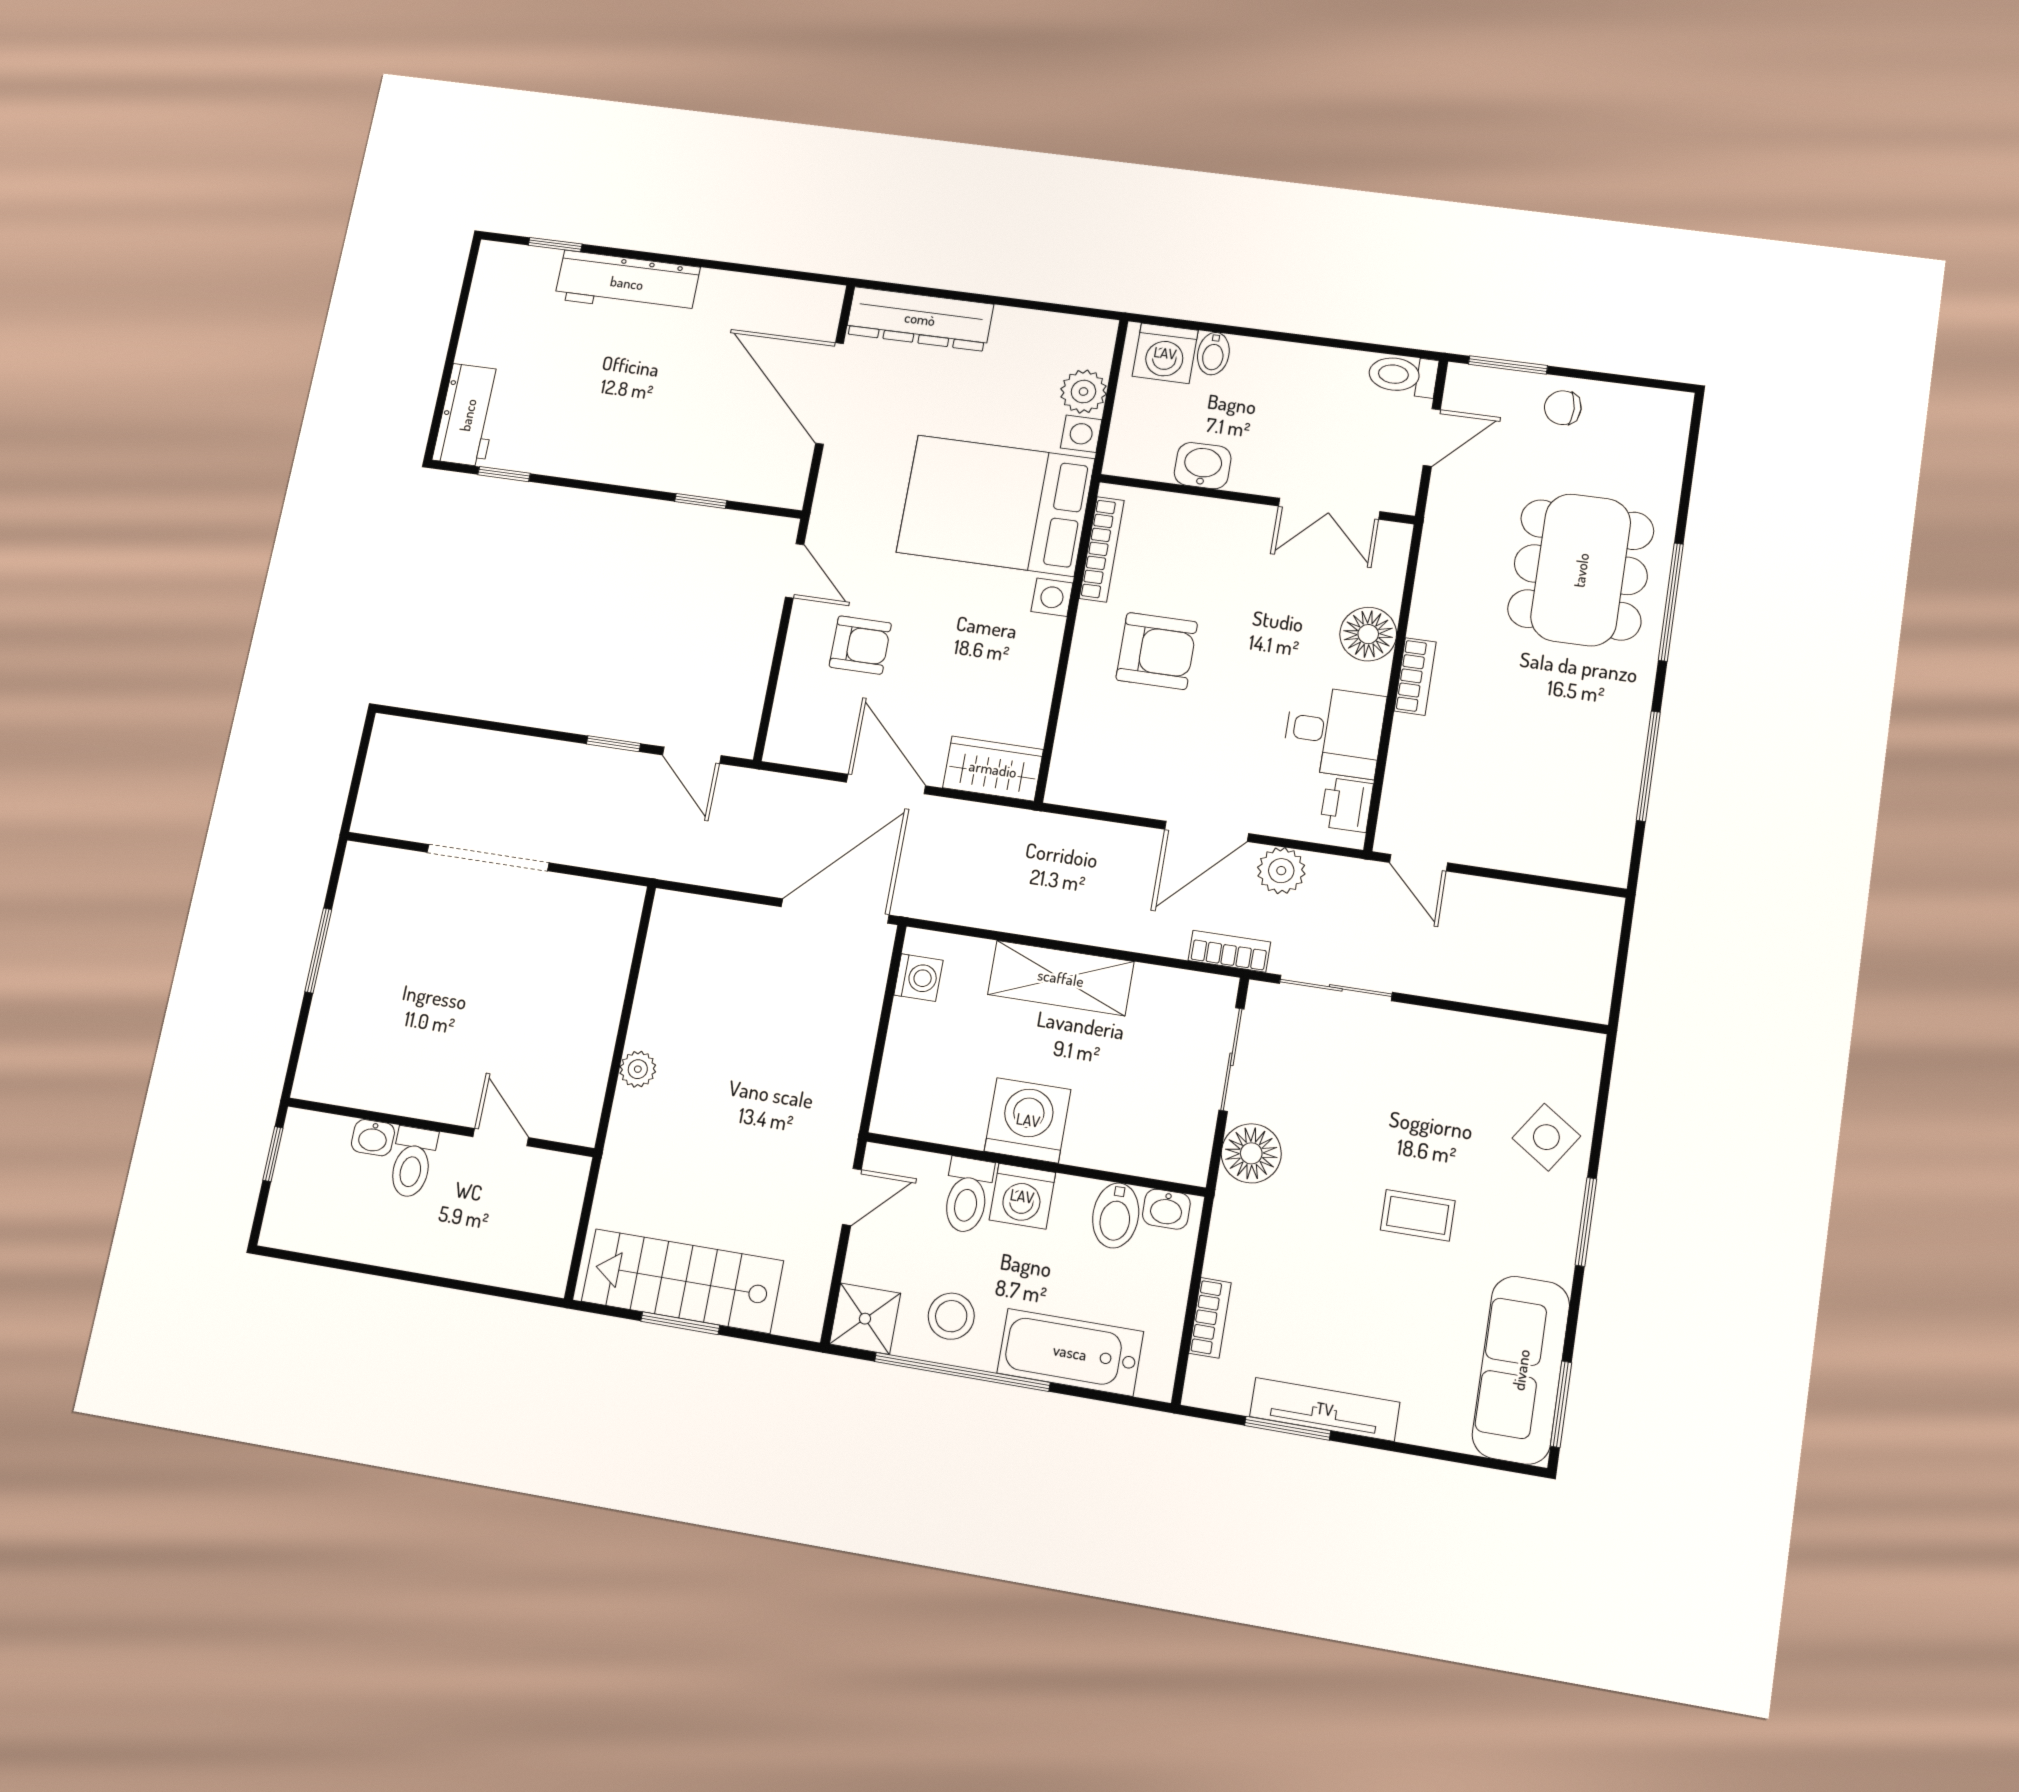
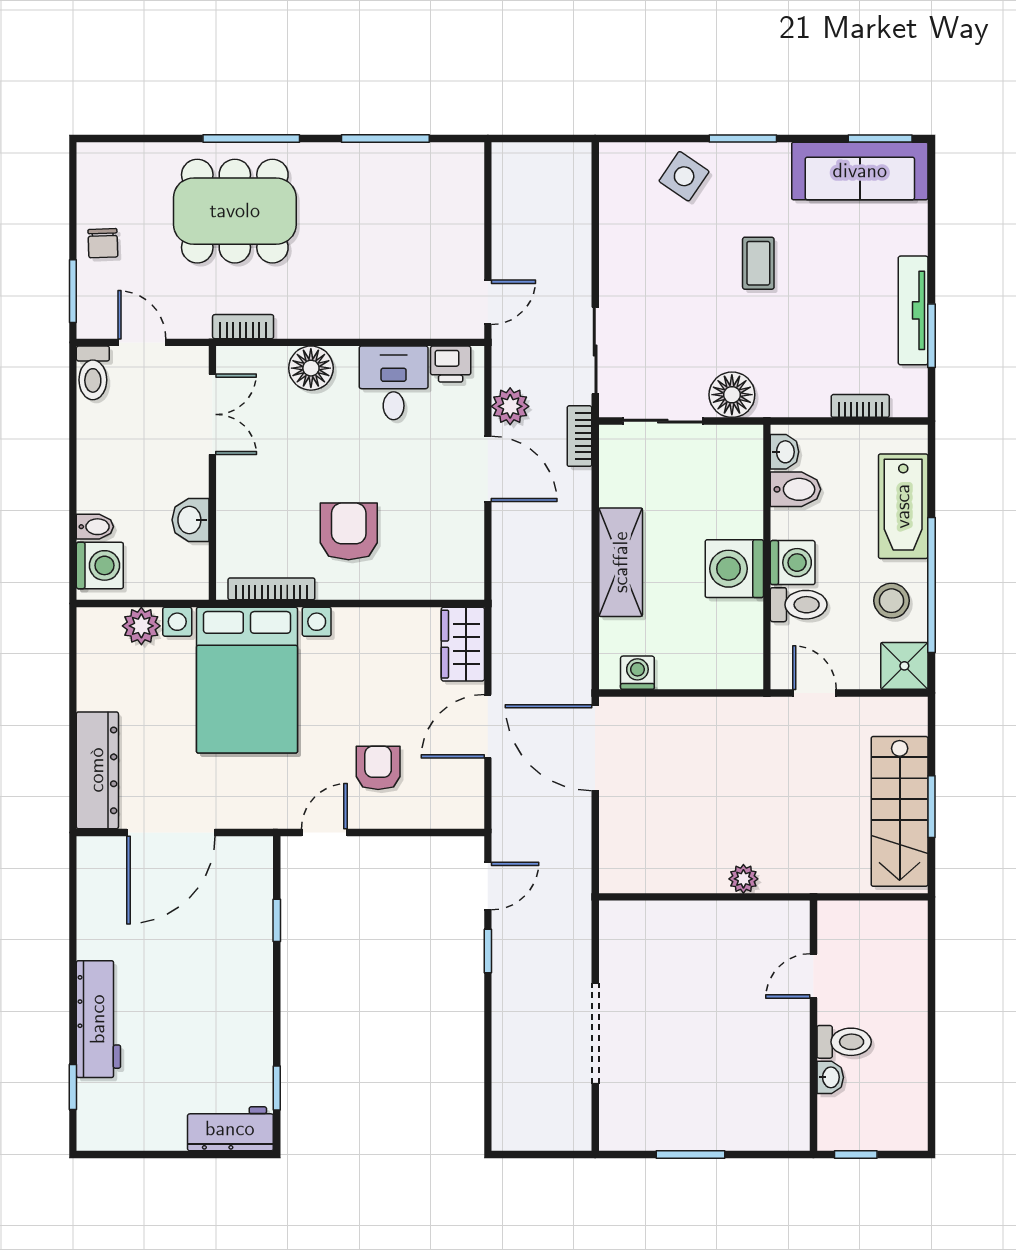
bookcase: (1415, 676) -> (243, 327), moved

